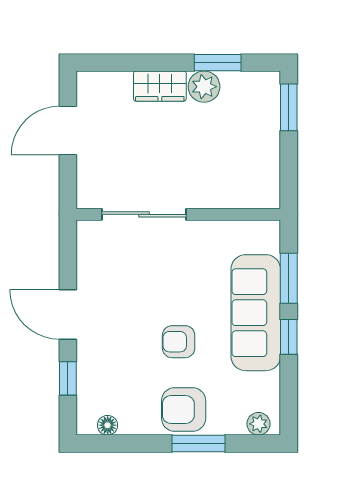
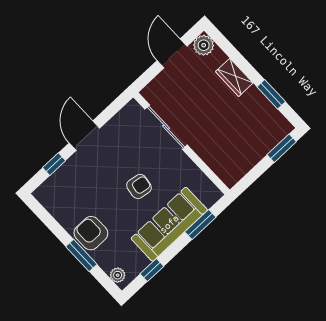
plant: (204, 87) -> (204, 45), moved
door: (68, 130) -> (172, 53), hinge flipped
window: (289, 337) -> (152, 270), moved
armchair: (179, 342) -> (139, 186), moved, turned 99
floor lamp: (108, 425) -> (49, 204), removed

